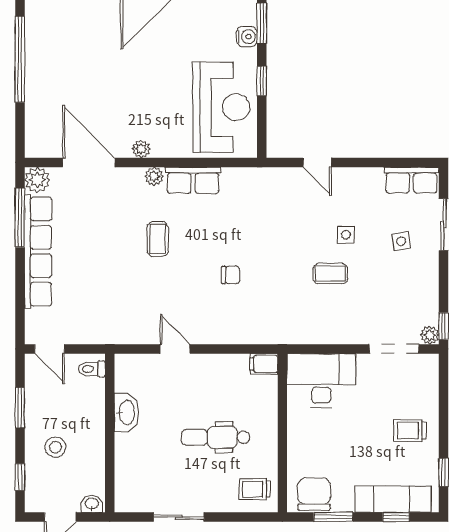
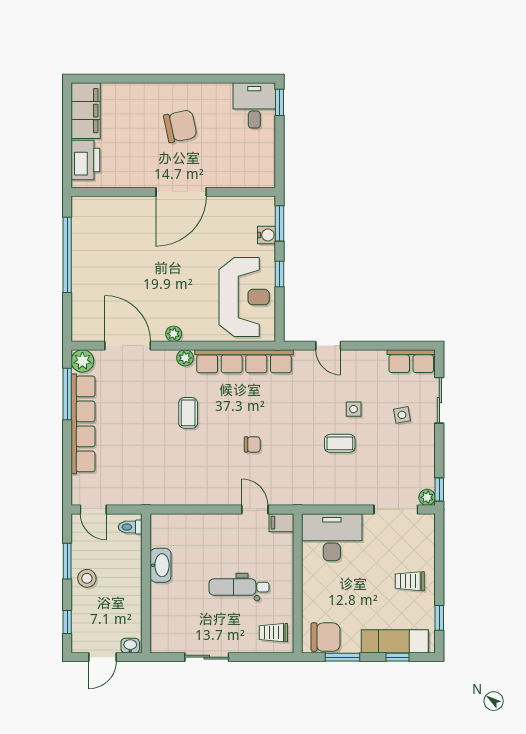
row of seats: (193, 180) -> (244, 361), width x2.02
door: (175, 349) -> (255, 509), moved
stool: (55, 447) -> (87, 578), moved
chair: (314, 494) -> (326, 637), turned 90

